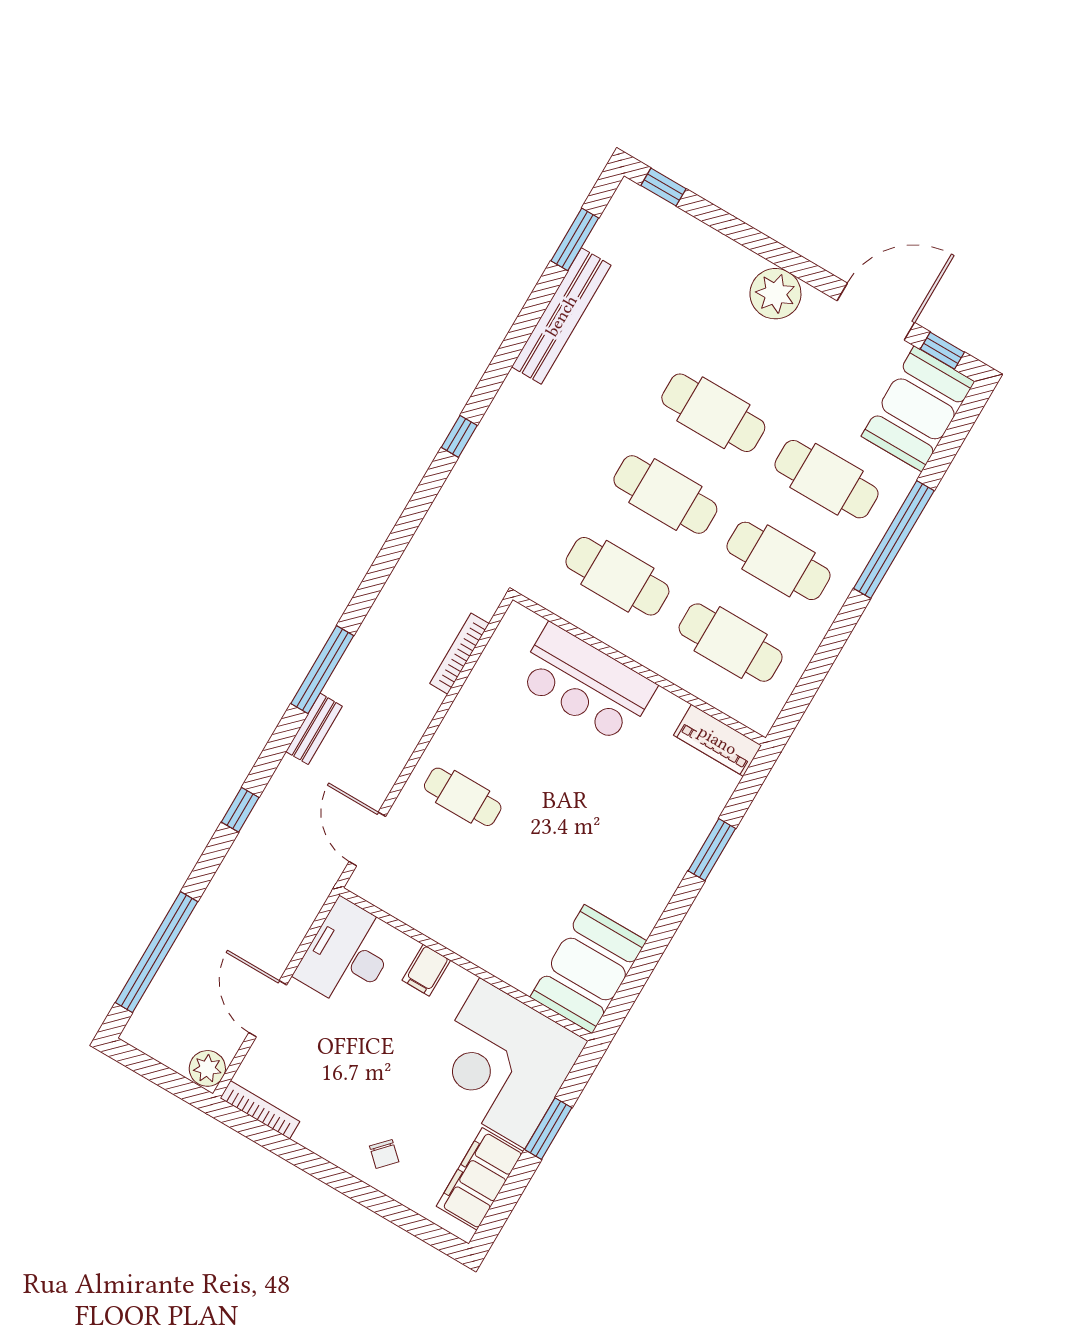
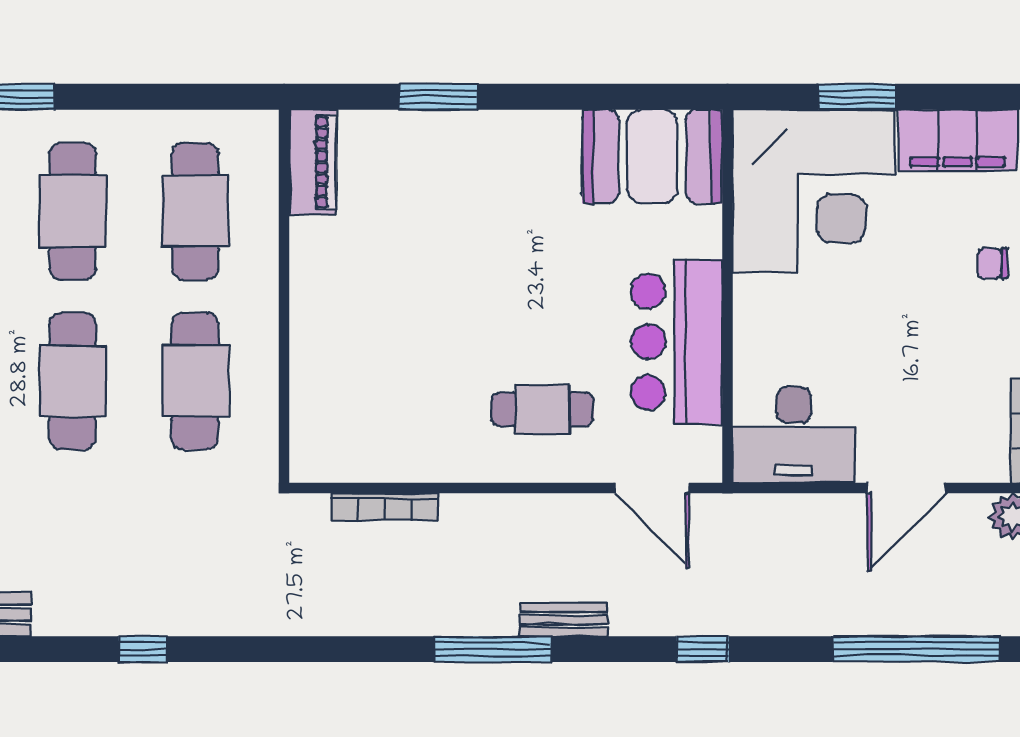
bar counter: (586, 683) -> (677, 342), moved, turned 180
cafe table: (463, 797) -> (543, 409), turned 90
door: (367, 839) -> (652, 488), hinge flipped
filing cabinet: (426, 970) -> (760, 336), removed
chair: (384, 1154) -> (992, 263), turned -133

